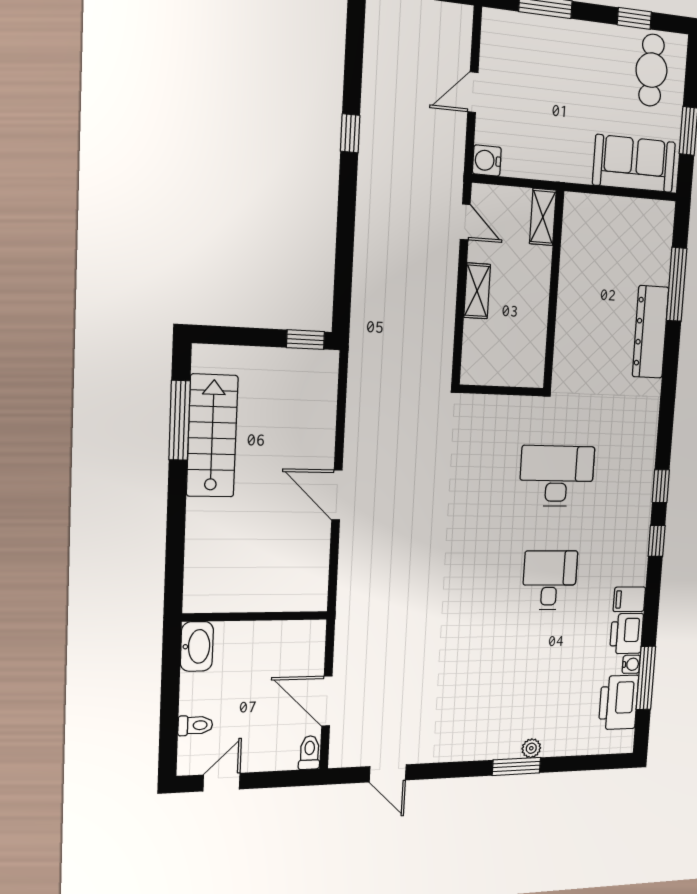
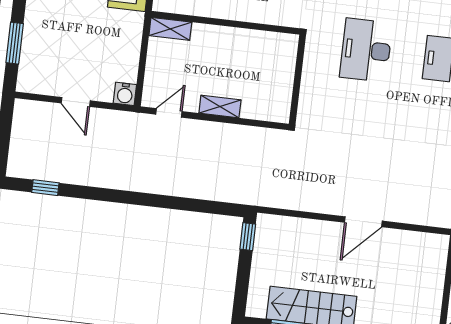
window: (350, 133) -> (45, 188), moved
shelving: (543, 217) -> (170, 29), moved
wall: (554, 290) -> (226, 23), moved

